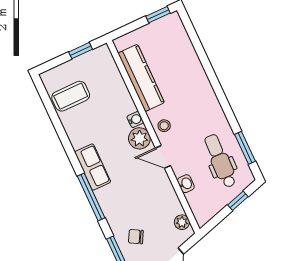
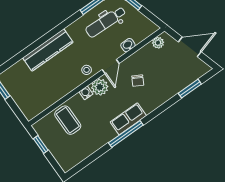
kitchen counter: (141, 78) -> (48, 50), moved, turned 180
coffee table: (71, 96) -> (68, 120), moved
window: (91, 197) -> (126, 134), moved
chair: (136, 237) -> (138, 81), moved

